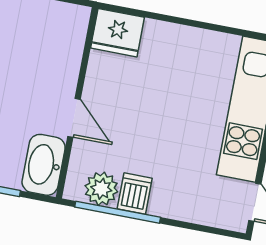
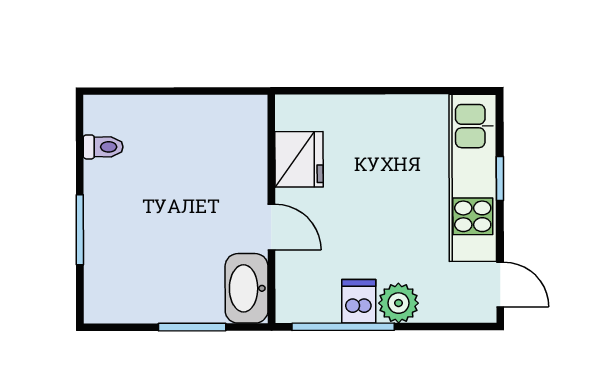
fridge: (117, 33) -> (299, 159), moved, turned -90
plant: (101, 189) -> (399, 303), moved

